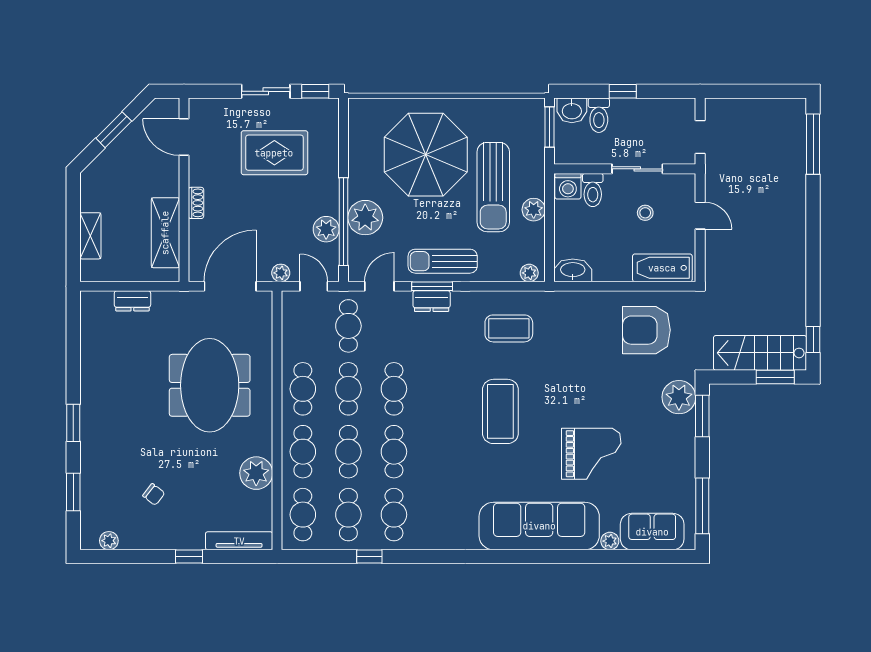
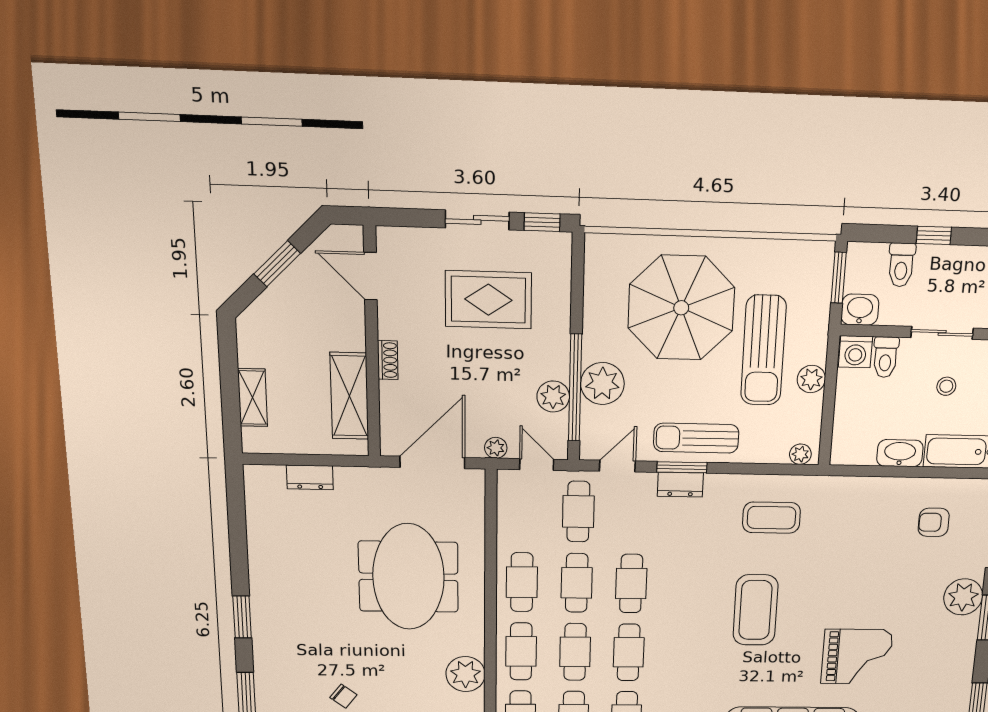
washbasin: (572, 110) -> (860, 310), moved, turned 180
washbasin: (573, 270) -> (900, 453), moved
armchair: (646, 330) -> (934, 522), width x0.53, depth x0.53

